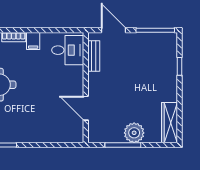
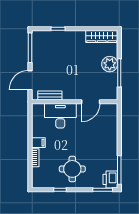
desk: (68, 50) -> (60, 116), moved, width x1.37

